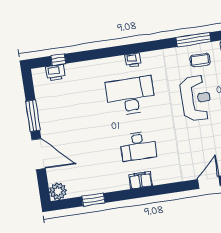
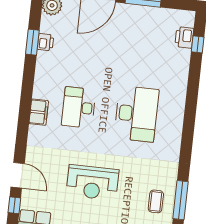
printer: (133, 60) -> (45, 42), moved, turned 180
reception desk: (196, 98) -> (92, 182), moved
filing cabinet: (141, 180) -> (39, 112), moved

